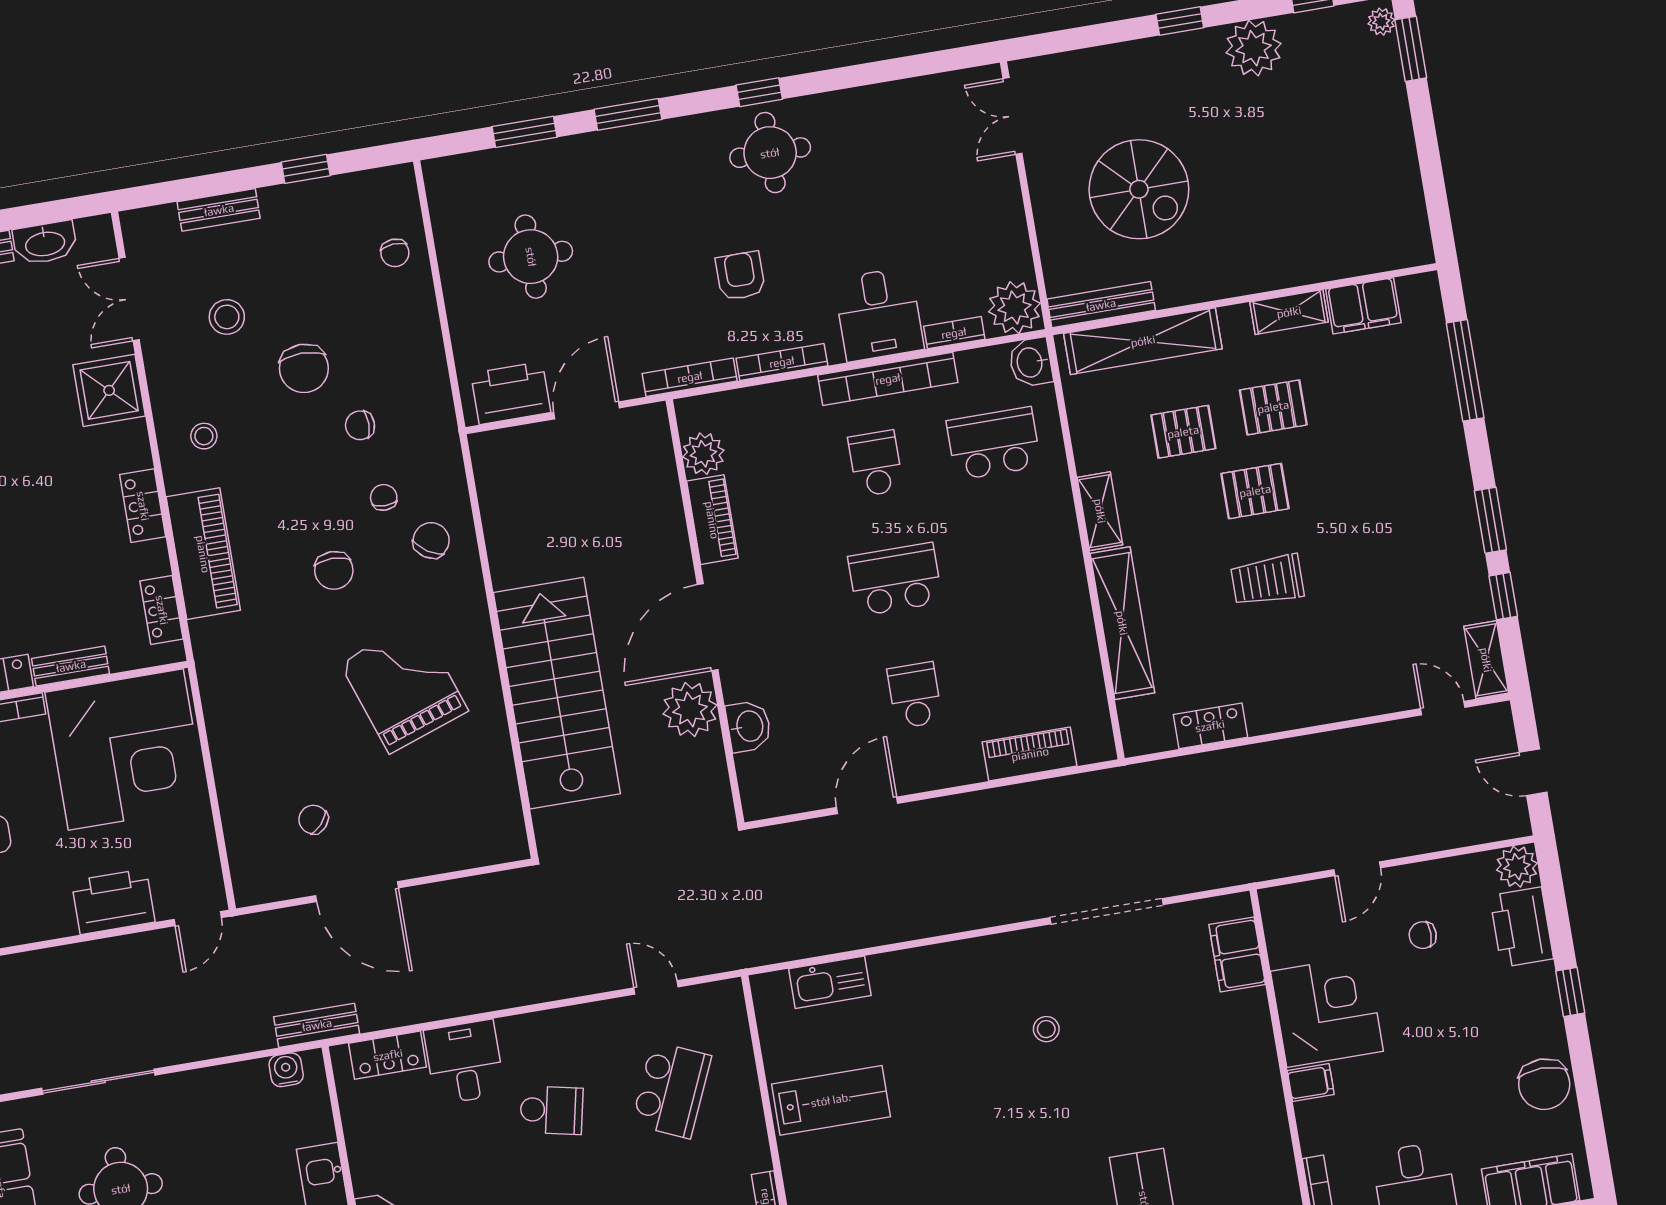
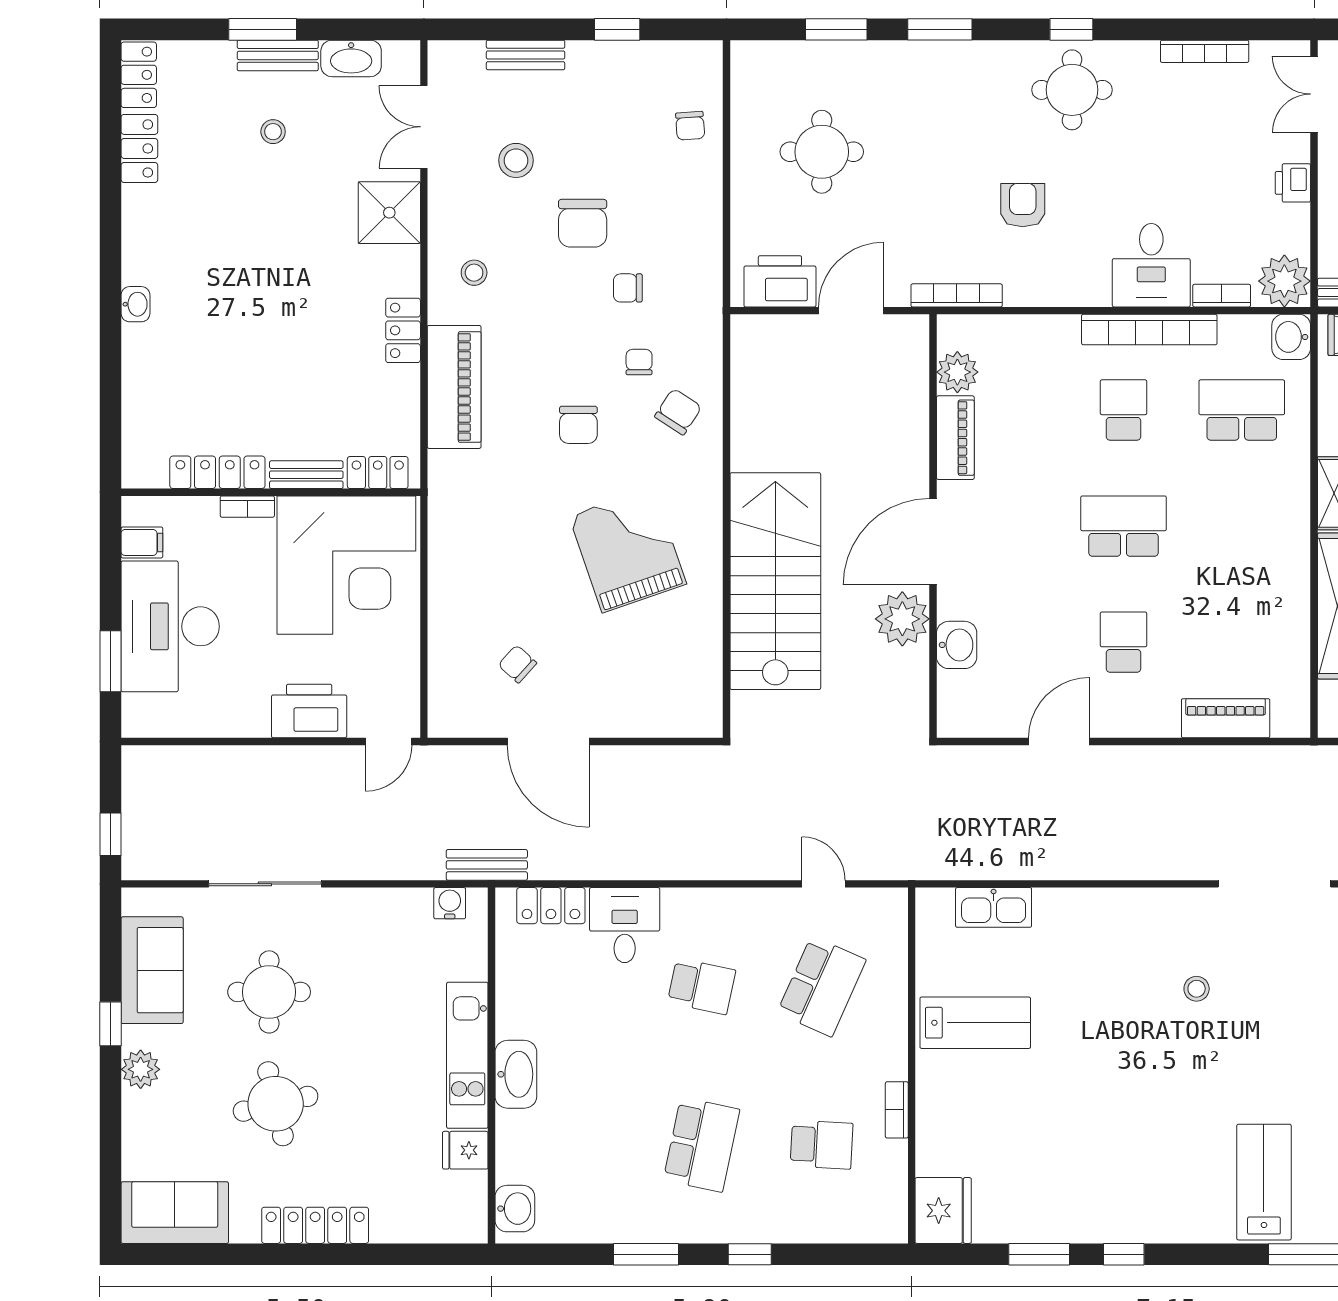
printer: (1006, 208) -> (1293, 183), added
bookcase: (782, 362) -> (1205, 51), moved, turned 180
locker: (162, 610) -> (378, 473), moved, turned 90

